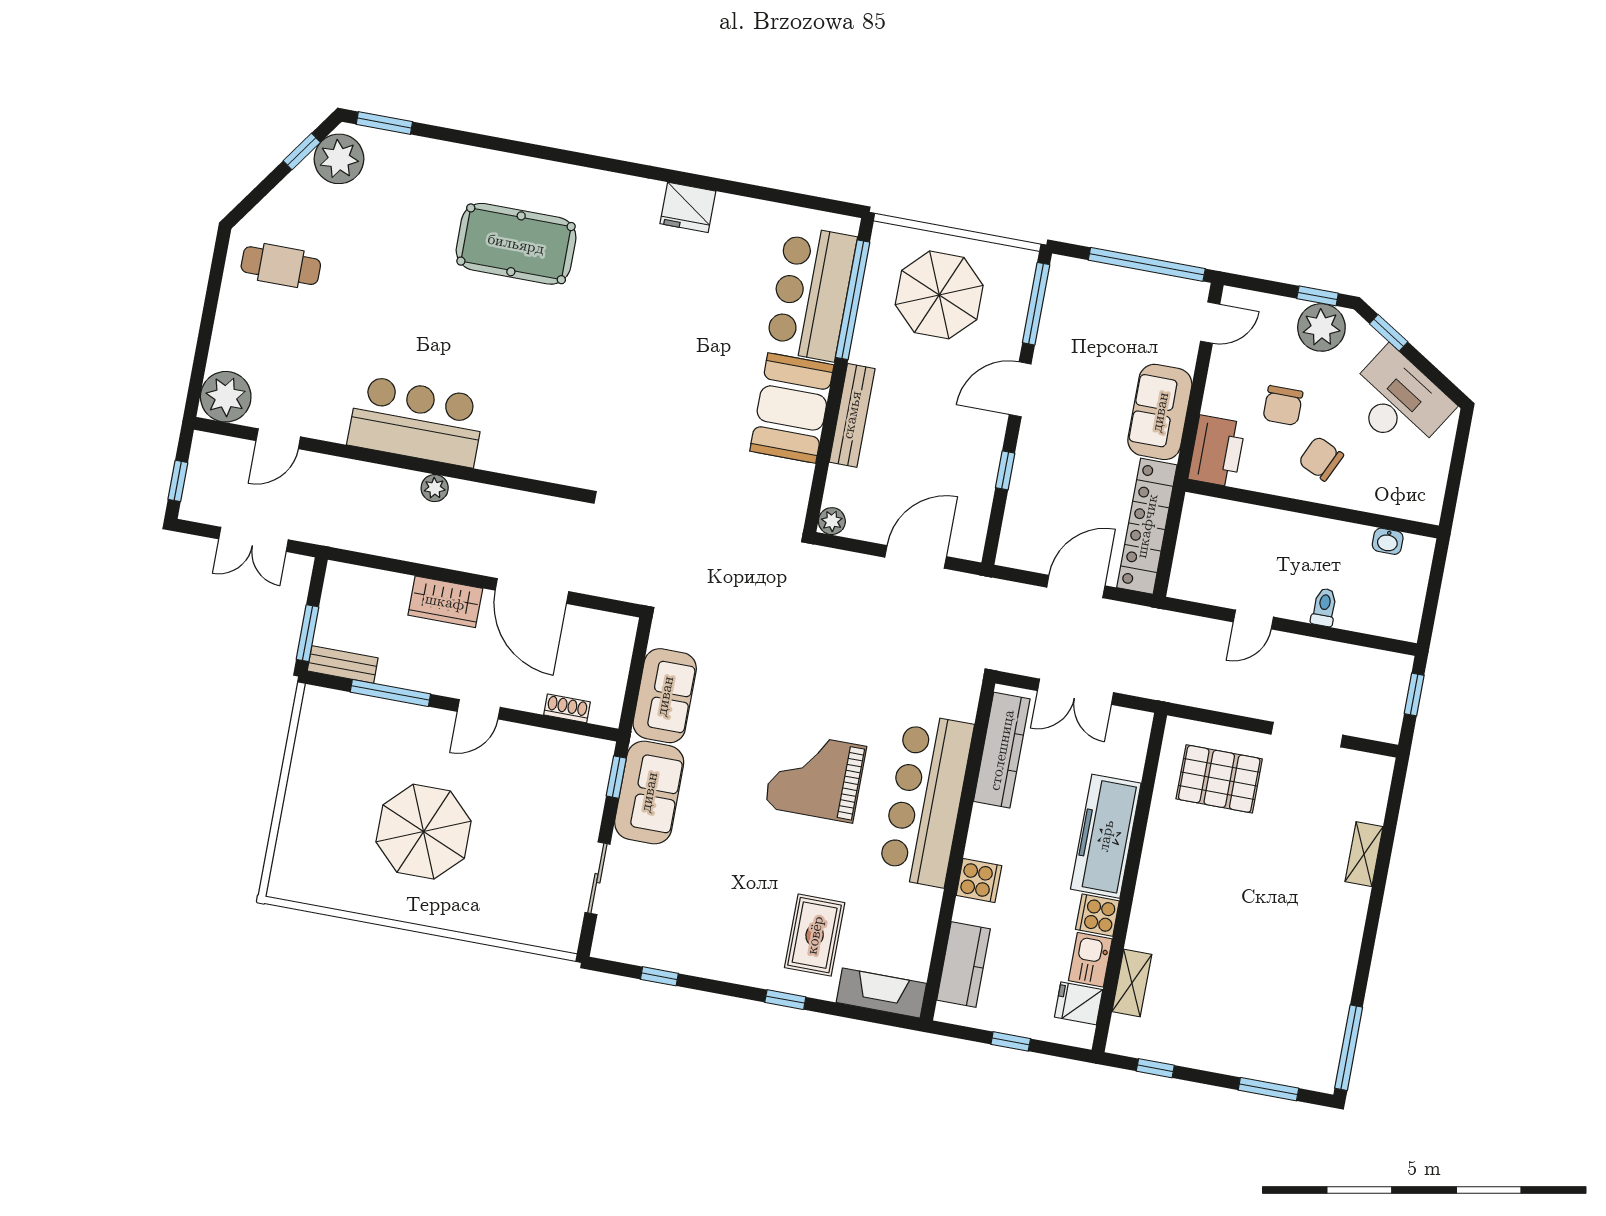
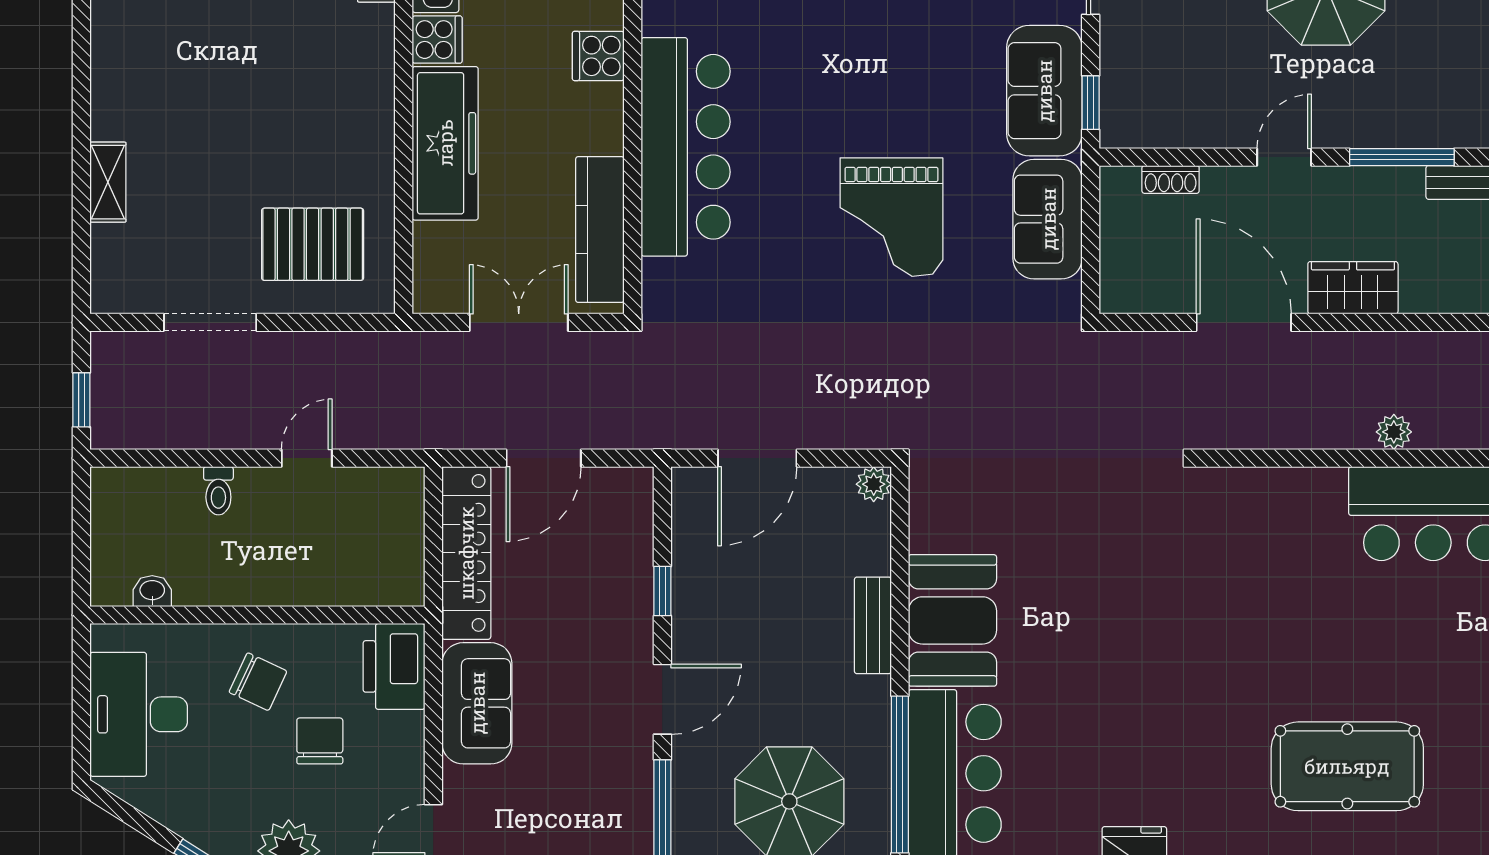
desk: (1399, 401) -> (139, 714), moved, turned 58
bench: (852, 415) -> (873, 625), width x0.73
grand piano: (815, 777) -> (891, 217), moved, turned 90

